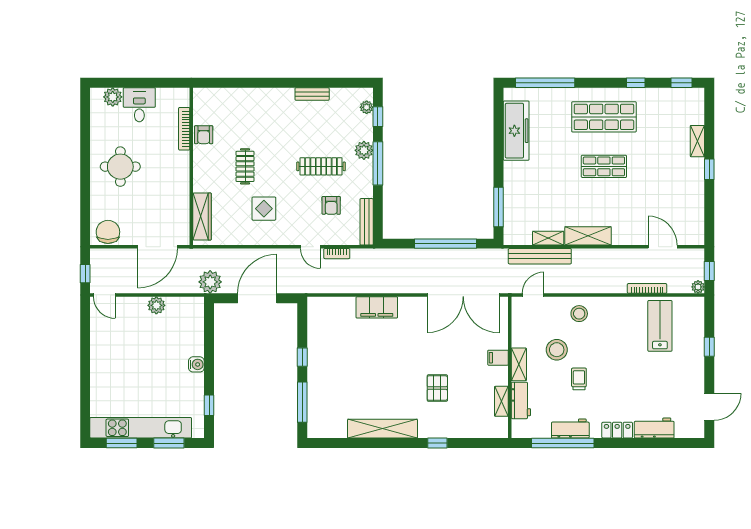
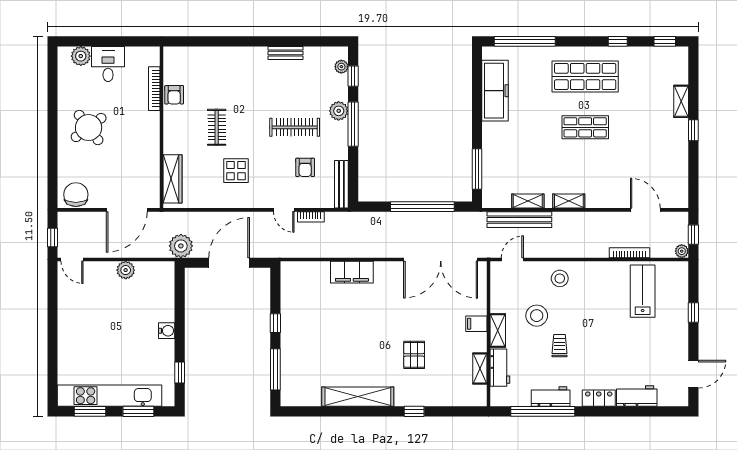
round table: (120, 167) -> (89, 128), turned -37
shelving: (588, 236) -> (569, 201), width x0.67, depth x0.75

